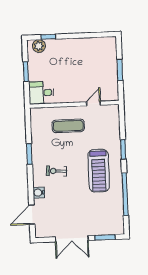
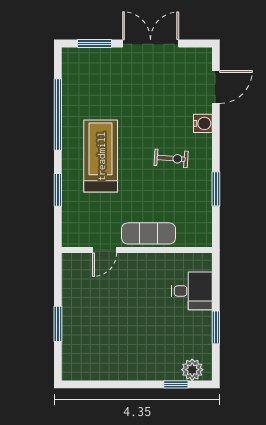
wall: (74, 104) -> (137, 250), moved
door: (93, 104) -> (105, 250), moved

